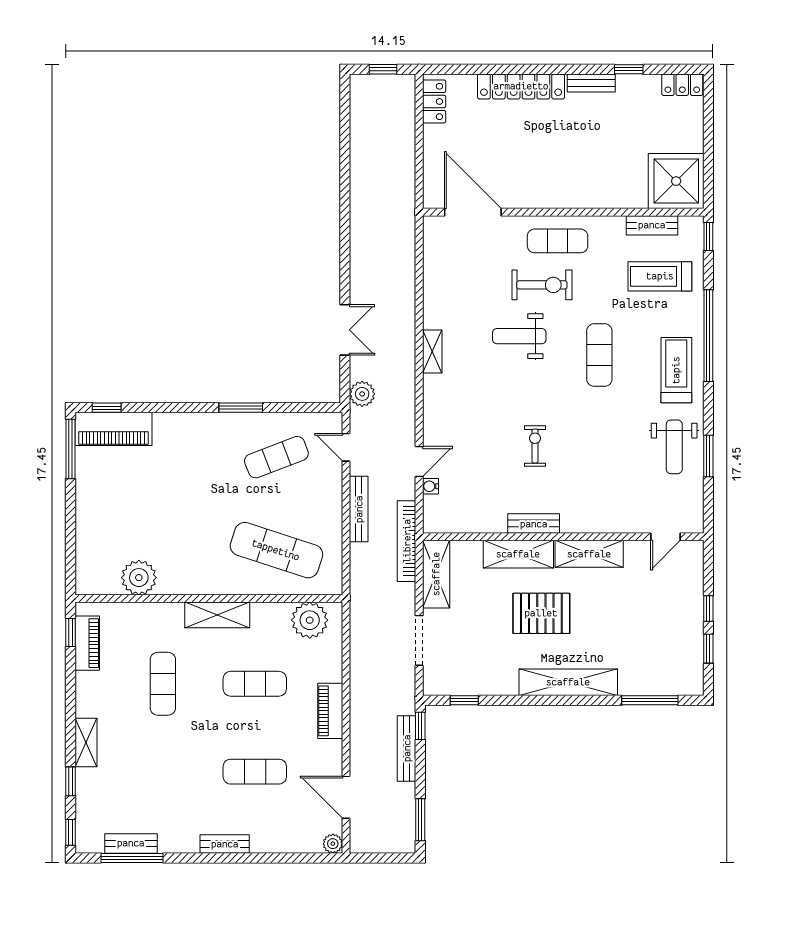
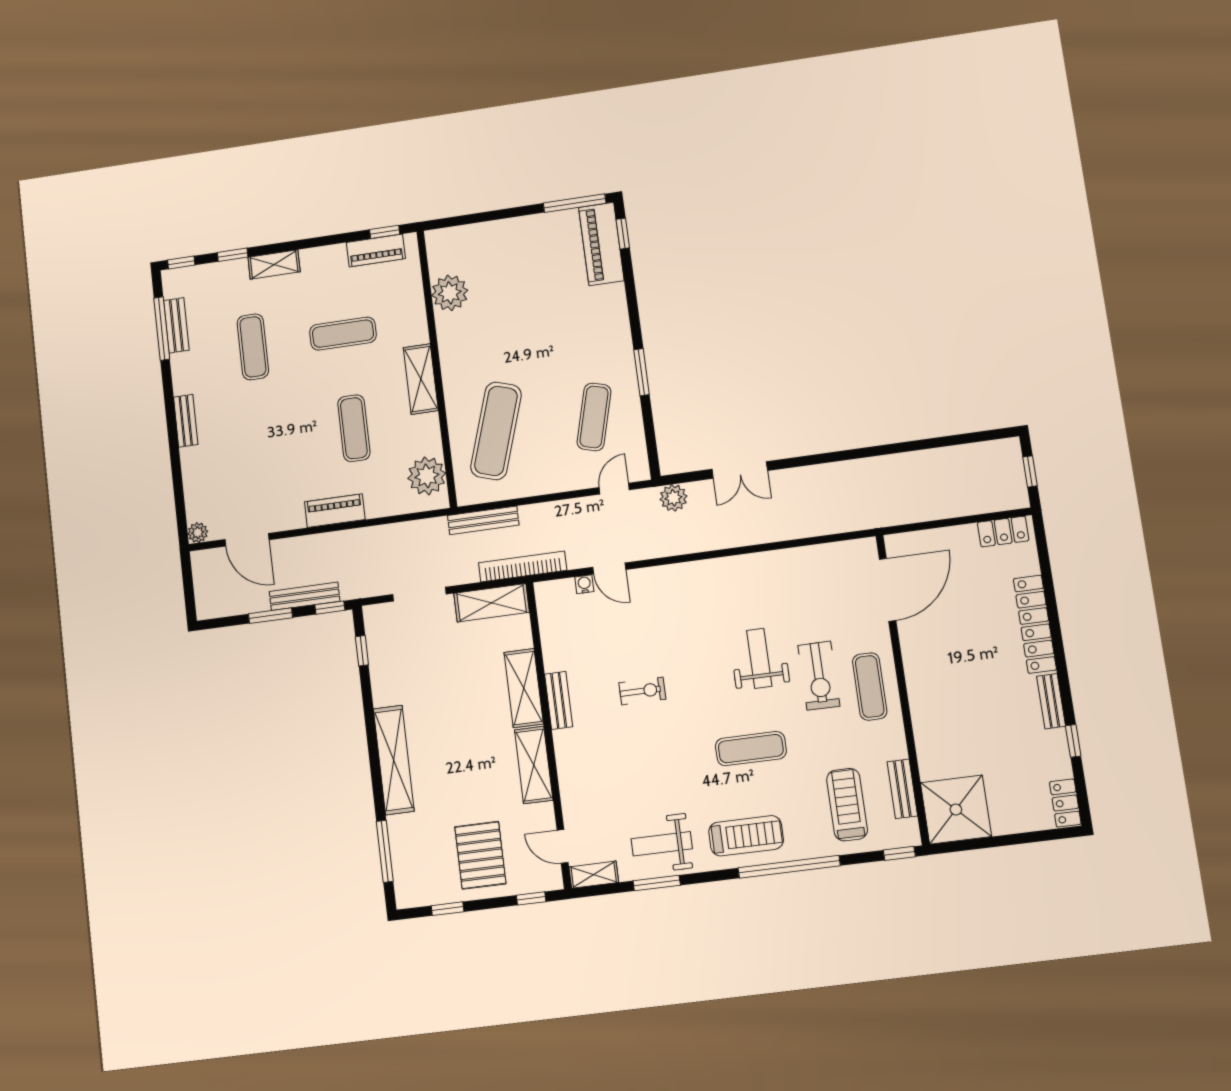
shelving: (432, 352) -> (594, 875), moved
exercise mat: (276, 457) -> (594, 417), turned 36
bench: (359, 509) -> (483, 520), moved
window: (708, 608) -> (531, 898), moved
pallet: (541, 613) -> (480, 855), moved
exercise mat: (255, 772) -> (253, 347), moved
door: (346, 797) -> (247, 540), swing flipped
window: (420, 820) -> (270, 616), moved

